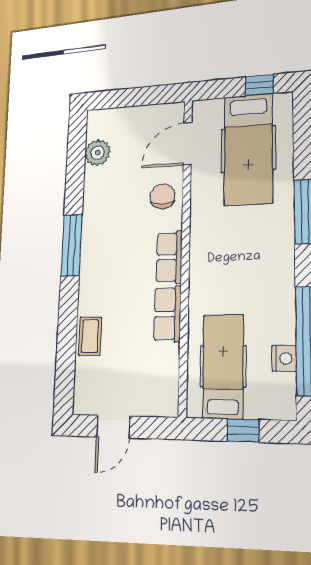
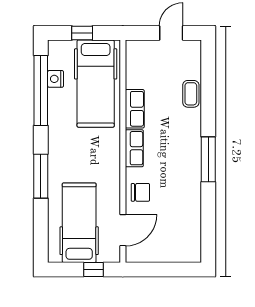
window: (259, 85) -> (93, 269), moved
plant: (98, 153) -> (191, 228), removed
chair: (163, 196) -> (140, 192), turned -90
hospital bed: (223, 366) -> (96, 84), width x1.37, depth x1.29

